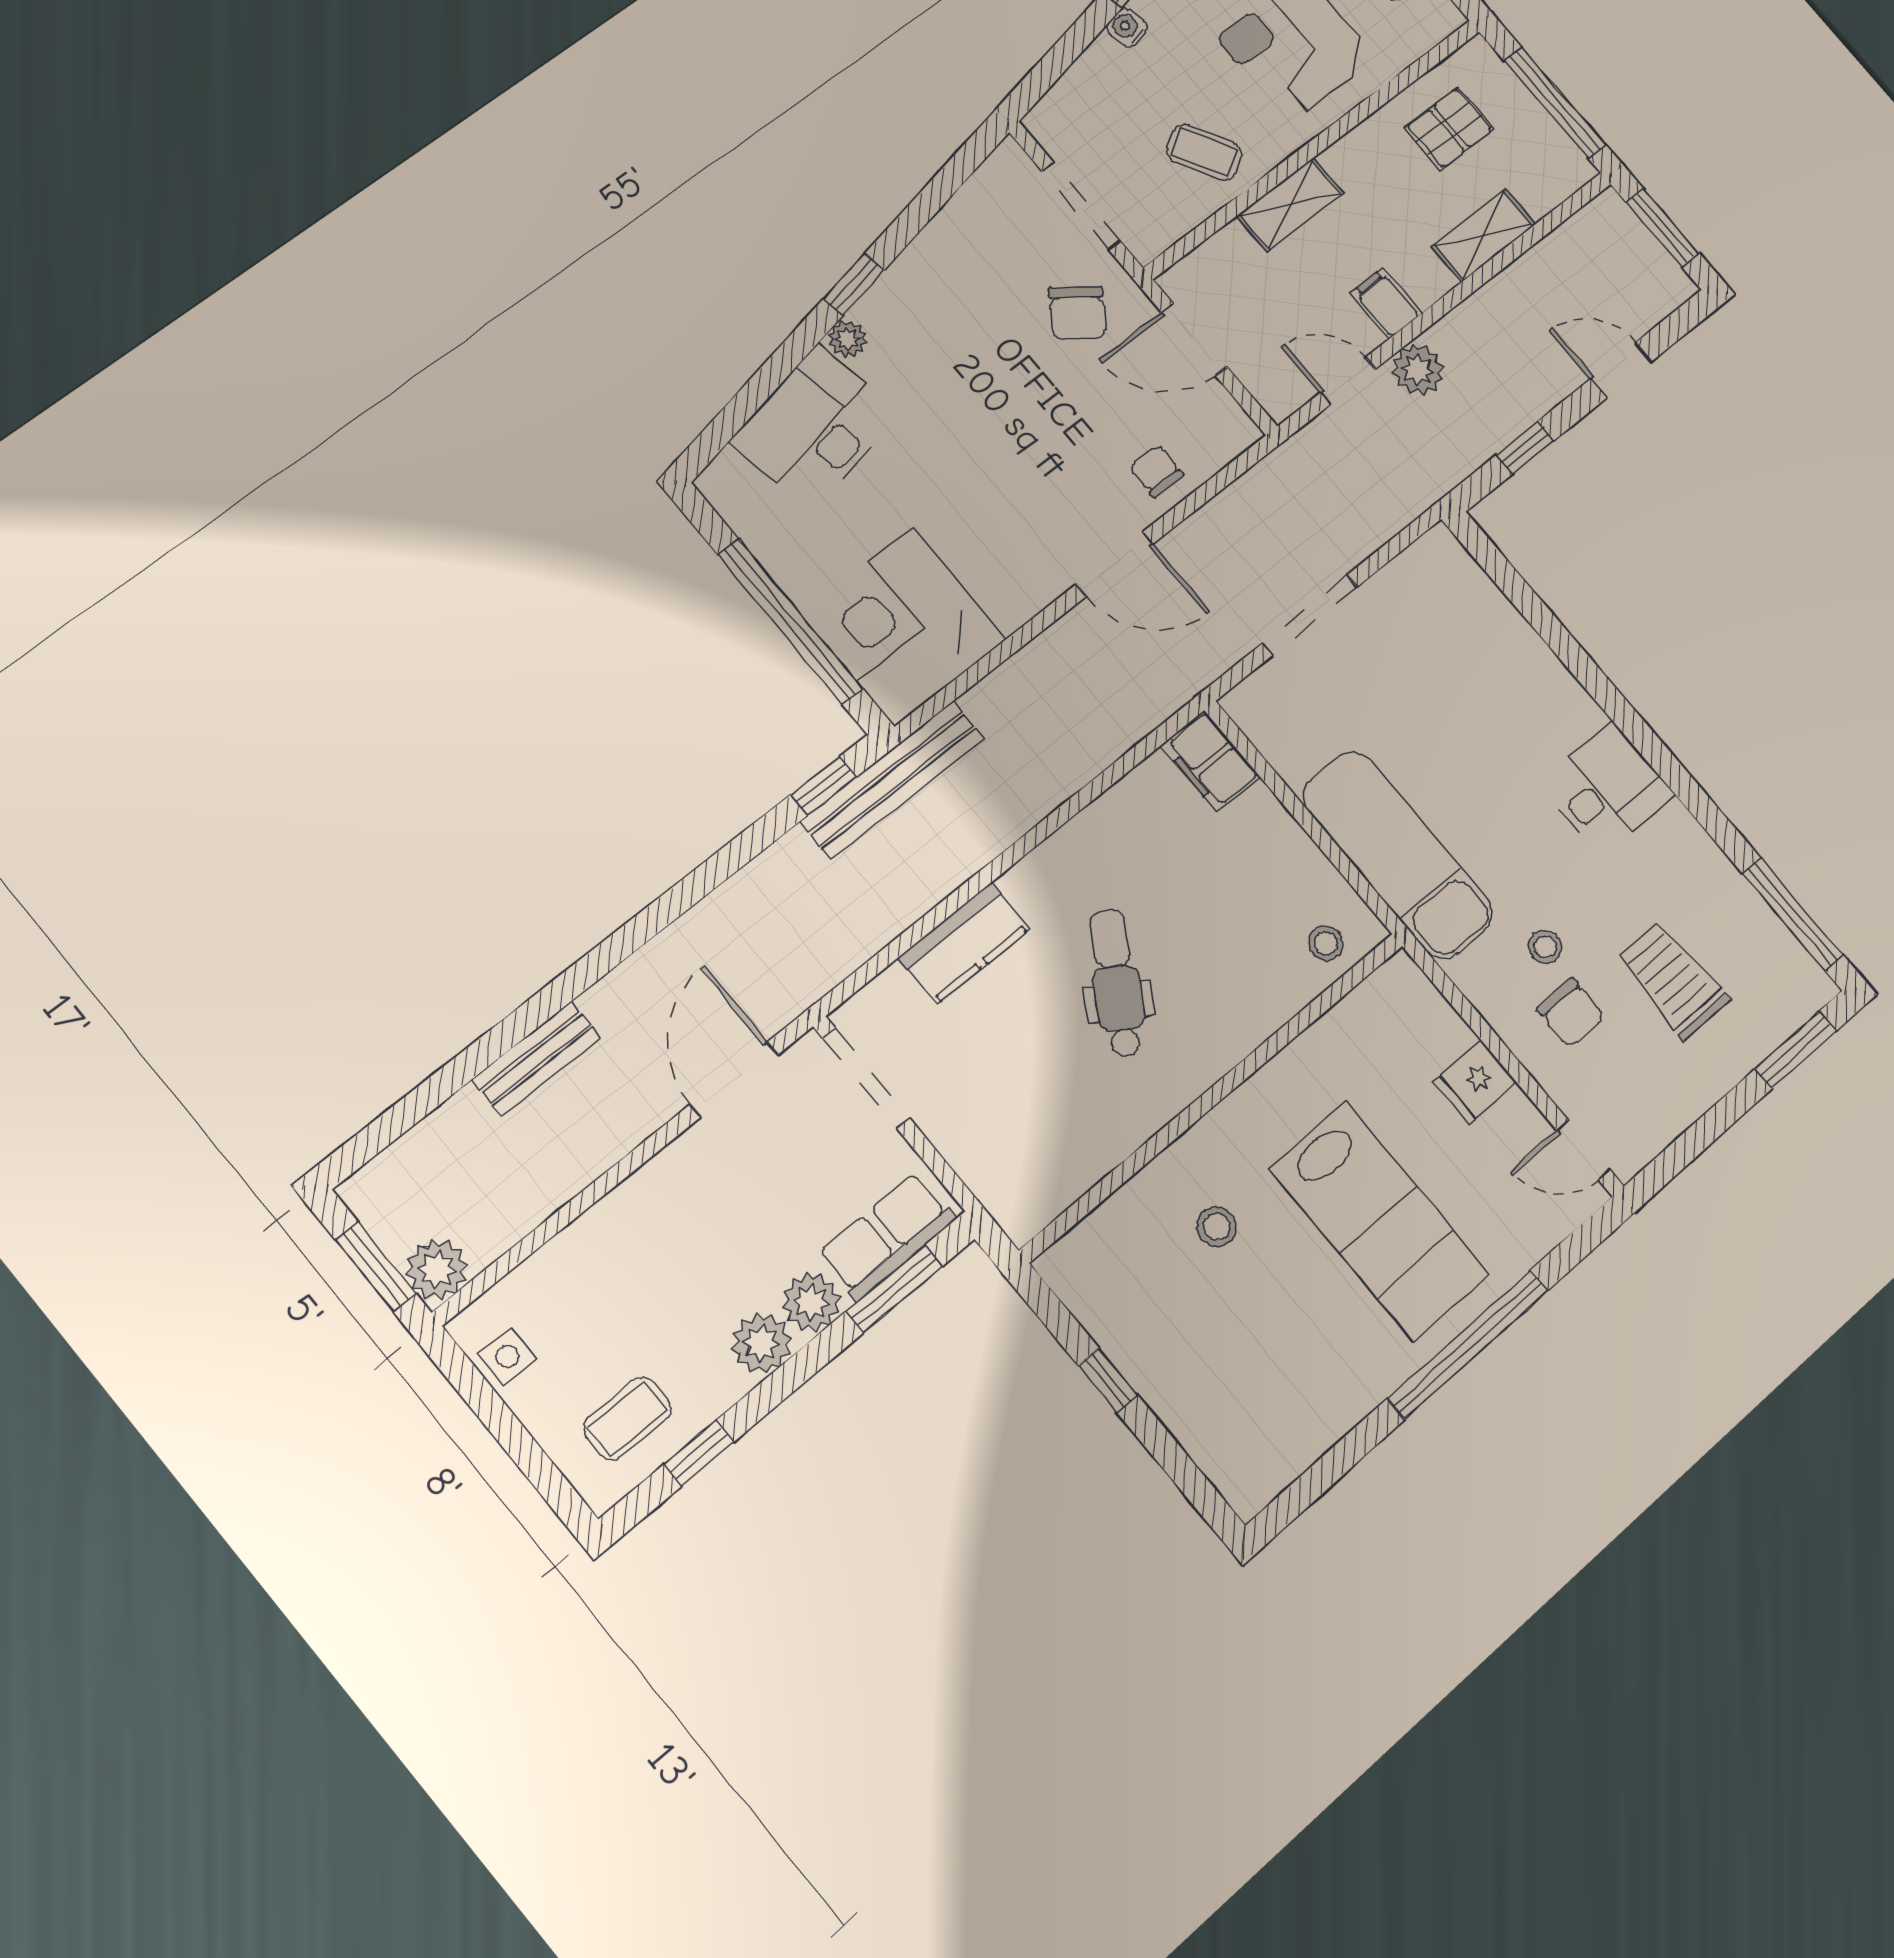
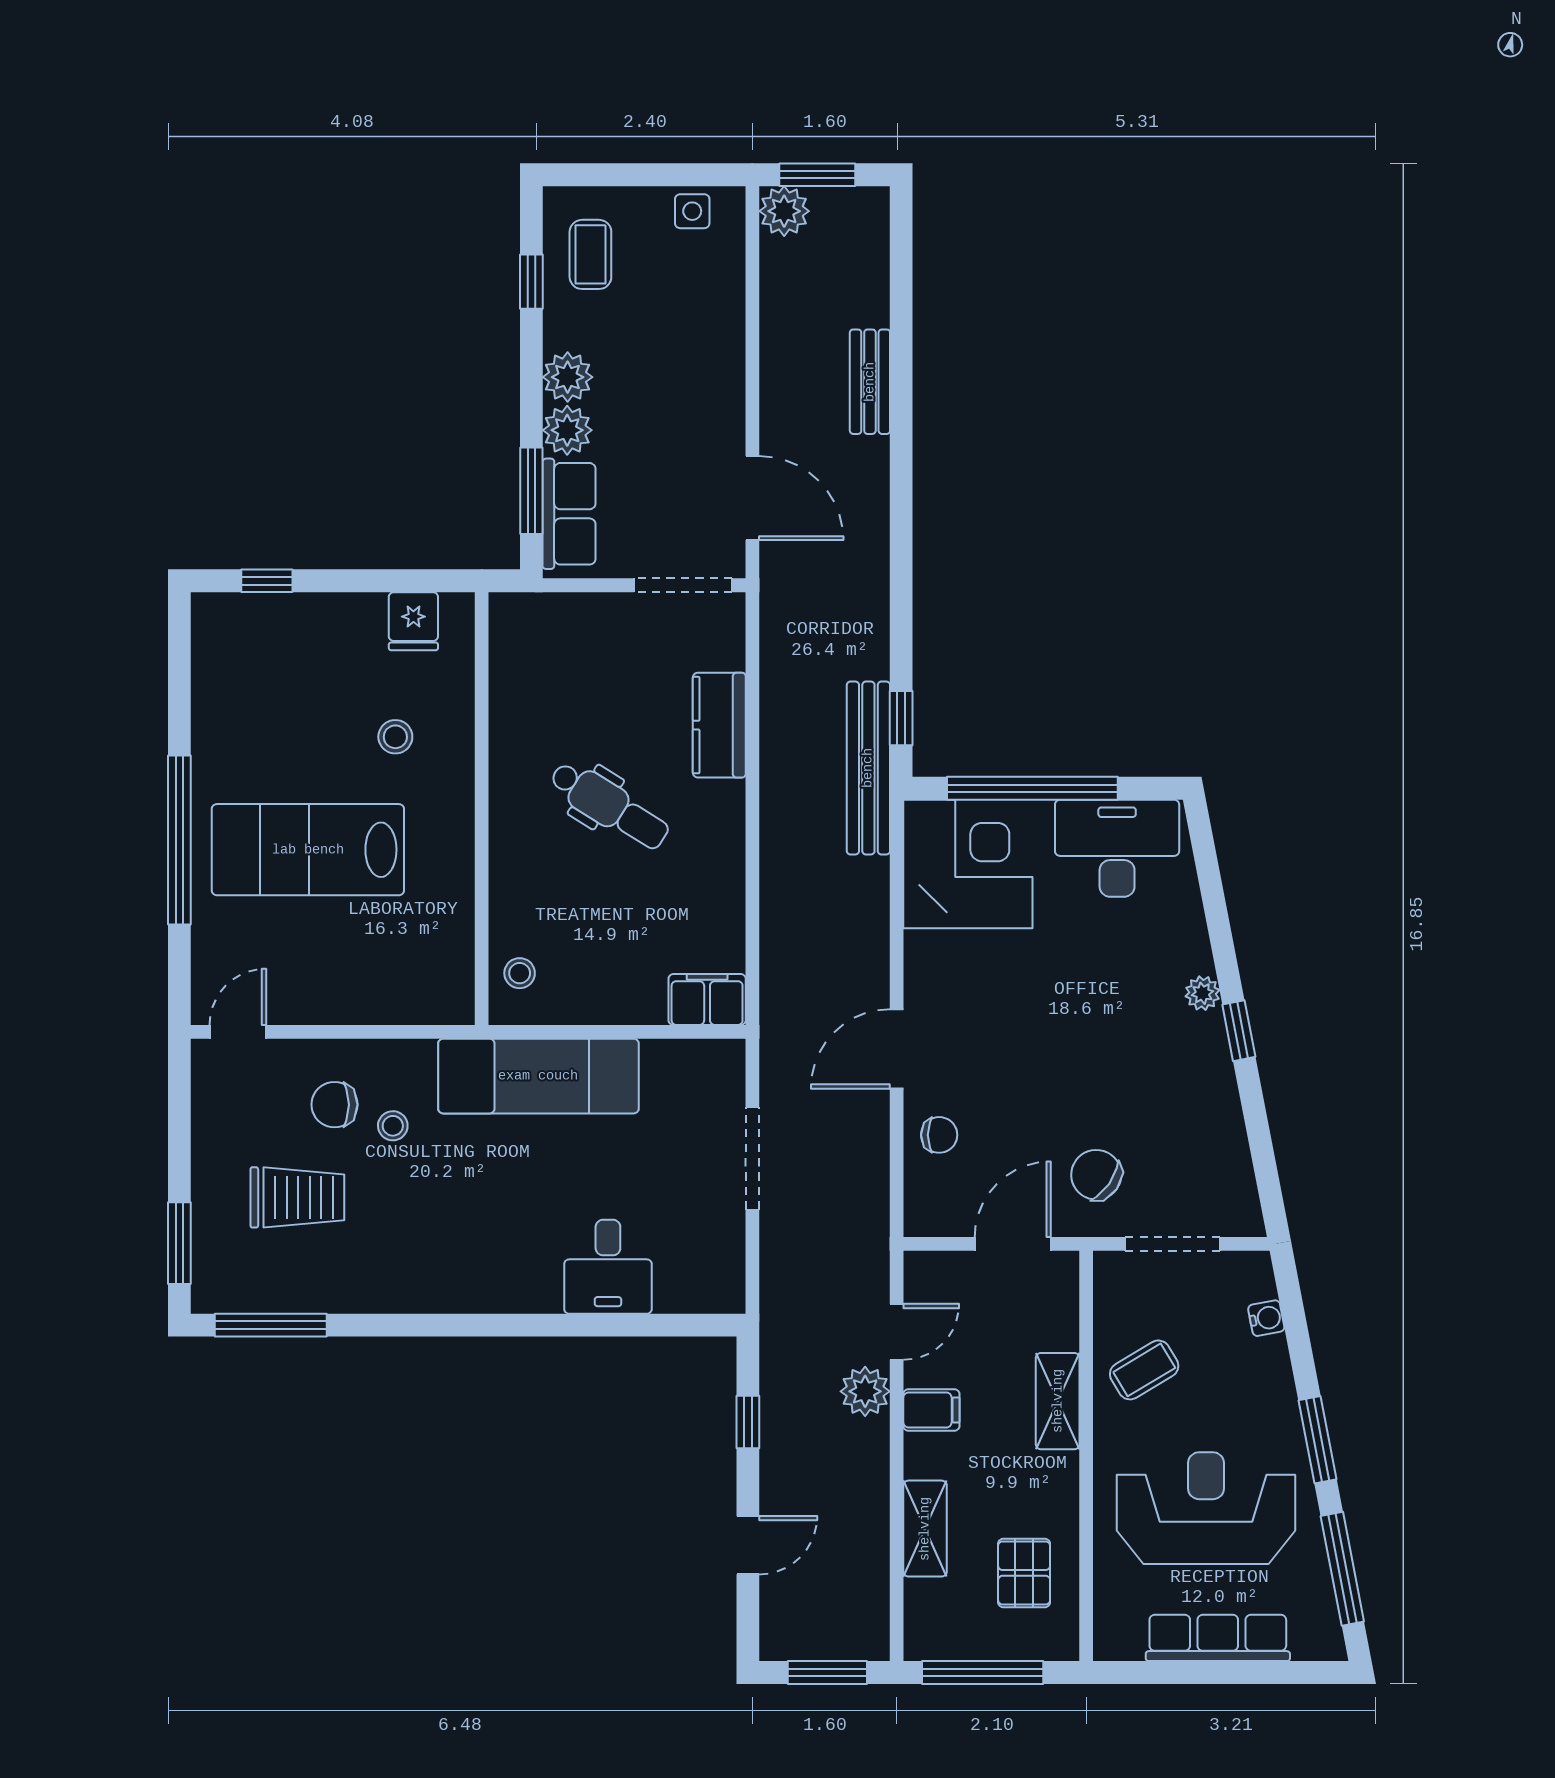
water cooler: (1127, 28) -> (1266, 1318), moved
desk: (815, 428) -> (1117, 848), moved, turned -79
desk: (1607, 789) -> (608, 1267), moved
fridge: (1475, 1082) -> (413, 621), moved, turned 180
window: (1108, 1380) -> (267, 581), moved

